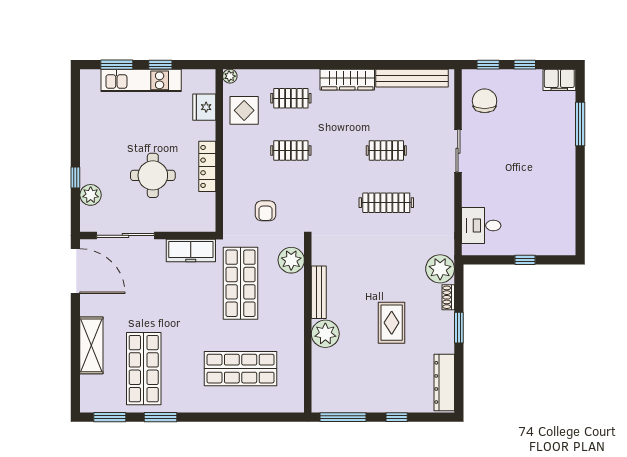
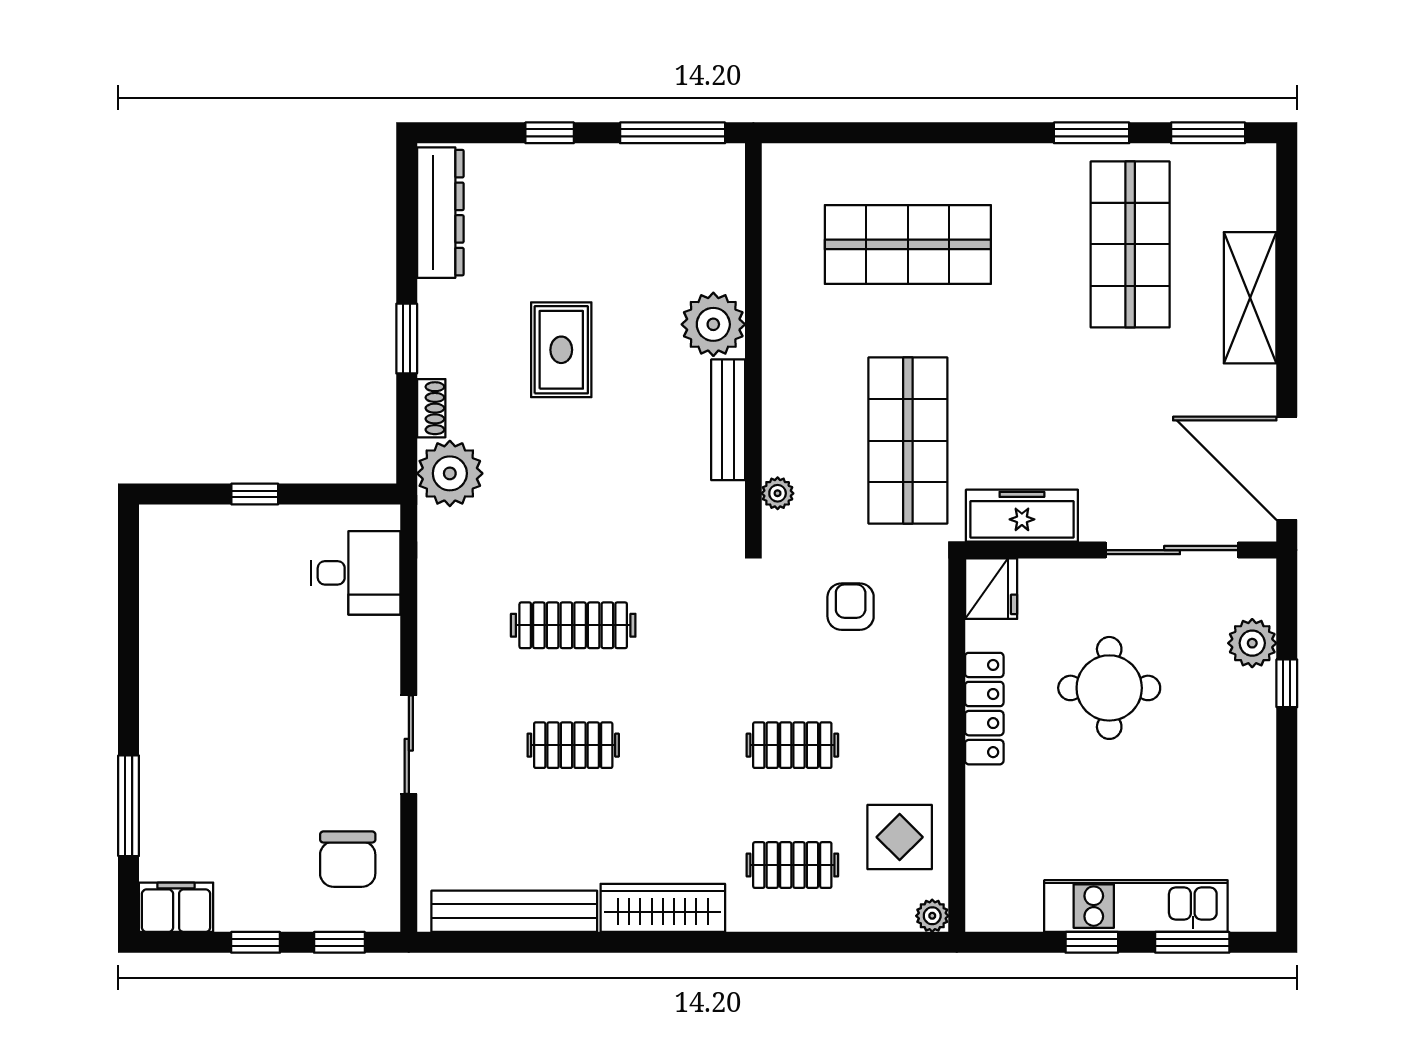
fridge: (204, 107) -> (991, 589), moved
plant: (291, 260) -> (778, 493), width x0.53, depth x0.53

